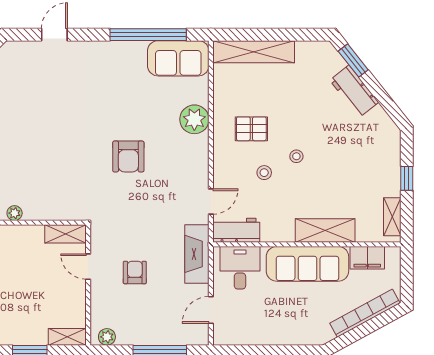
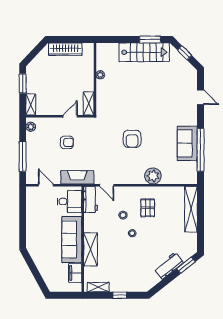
sofa: (178, 58) -> (187, 143), moved
armchair: (128, 157) -> (132, 139), turned -90
bookcase: (365, 313) -> (44, 272), removed

